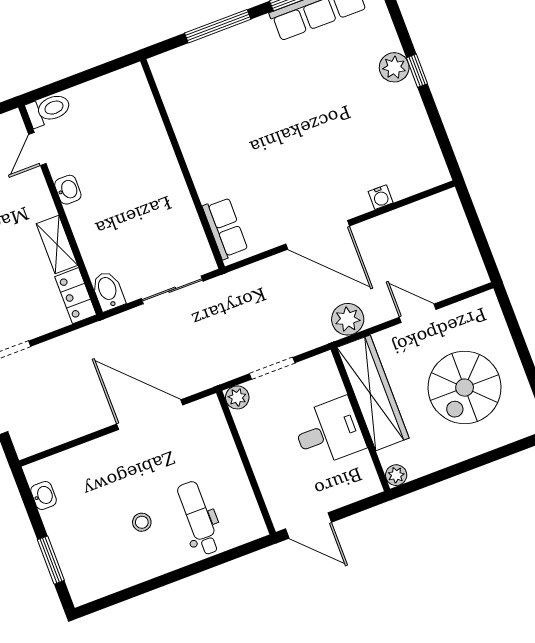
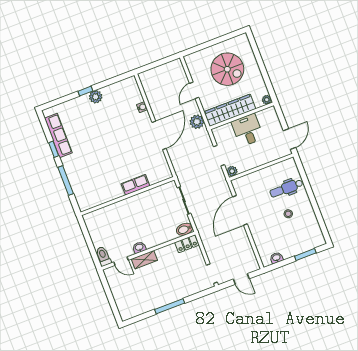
plant: (394, 67) -> (96, 97), moved
row of seats: (225, 228) -> (135, 185), moved
shelving: (57, 245) -> (144, 260), moved

